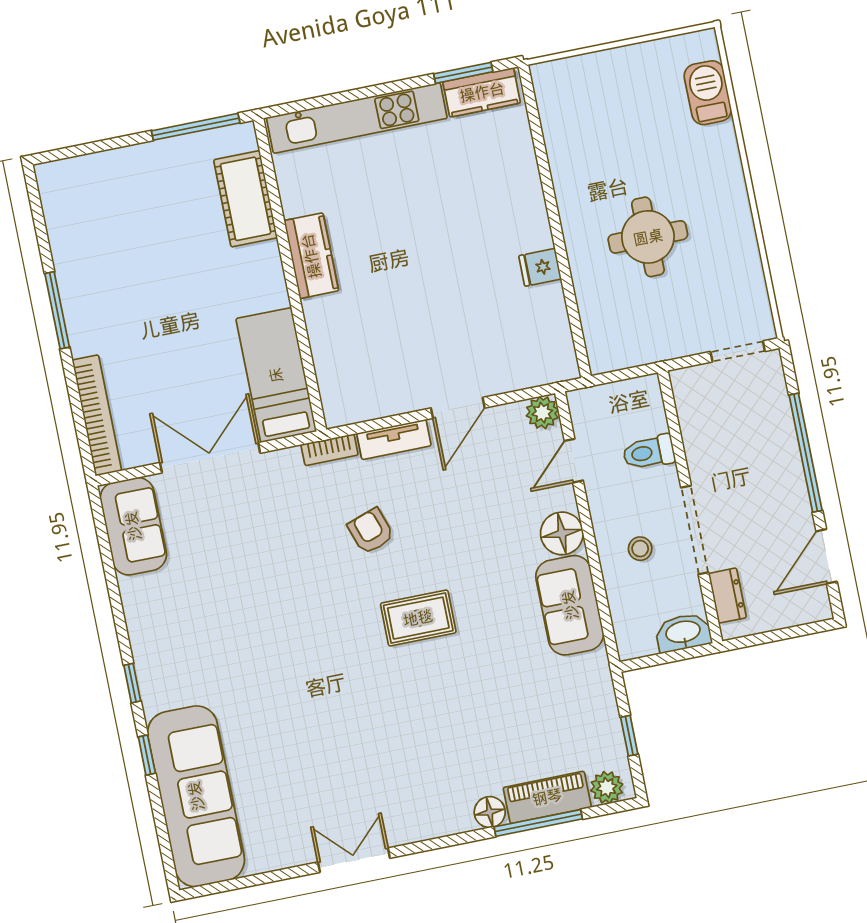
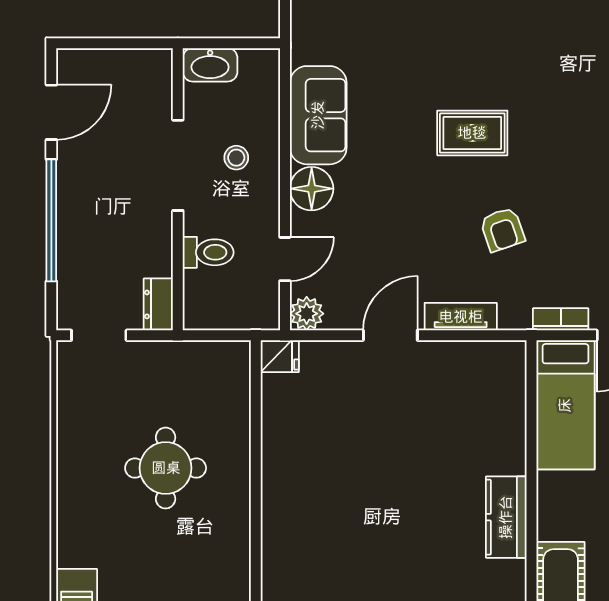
fridge: (540, 267) -> (280, 356), moved
bookcase: (330, 450) -> (561, 319), moved
dresser: (727, 596) -> (158, 304), moved

